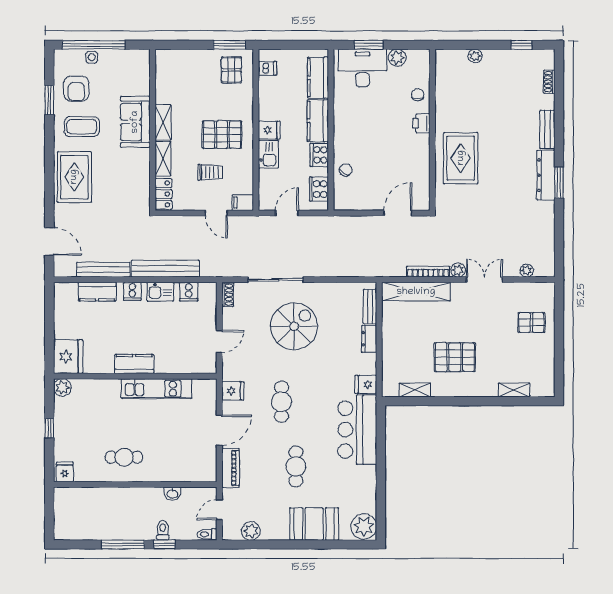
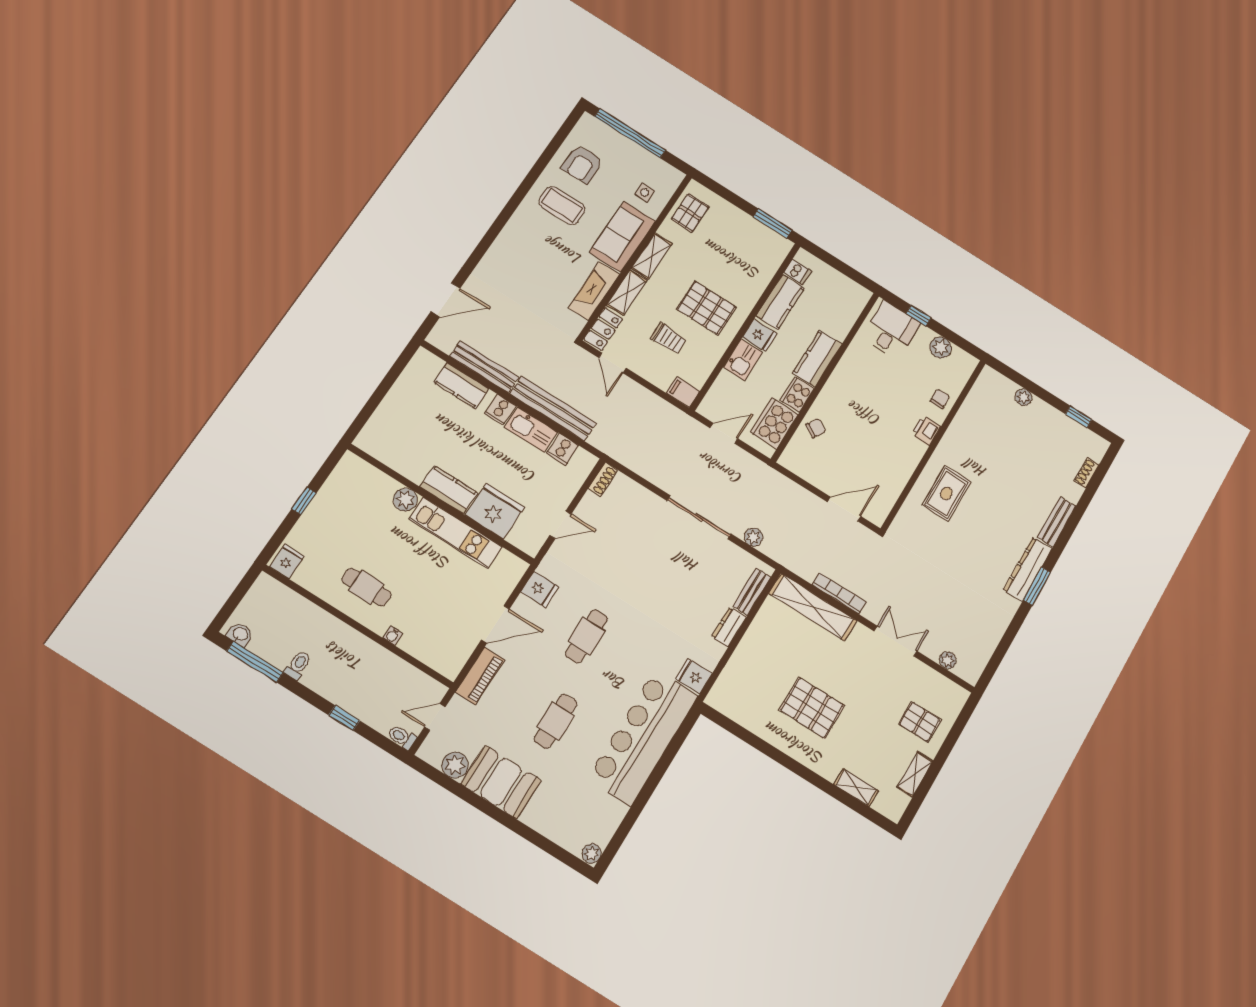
window: (369, 45) -> (919, 316), width x0.67
side table: (92, 57) -> (645, 193), moved
desk: (362, 68) -> (891, 330), width x0.73
pallet: (231, 70) -> (690, 213), moved
kitchen counter: (318, 78) -> (780, 302), moved, turned 180
window: (49, 100) -> (546, 157), removed
rug: (461, 158) -> (946, 493), width x0.73, depth x0.70
fireplace: (141, 172) -> (594, 291), added
rug: (74, 177) -> (519, 251), removed
cooker: (319, 189) -> (774, 423), width x1.37, depth x1.31
door: (216, 213) -> (612, 363), moved
door: (49, 241) -> (445, 300), hinge flipped
plant: (458, 270) -> (753, 537), moved
sliding door: (275, 280) -> (699, 517), moved
kitchen sink: (160, 292) -> (531, 430), width x1.38
spiral stairs: (294, 326) -> (654, 561), removed
fridge: (68, 357) -> (495, 511), moved, turned -90
plant: (62, 388) -> (405, 500), moved
shelving: (415, 390) -> (915, 774), moved, turned 90
bar counter: (357, 430) -> (643, 737), width x1.36
water cooler: (160, 477) -> (393, 635), added
washbasin: (172, 494) -> (240, 634), moved, turned 180
booth: (314, 524) -> (501, 782), moved
plant: (364, 527) -> (592, 853), width x0.53, depth x0.53
toilet: (163, 530) -> (298, 665), moved
window: (123, 544) -> (255, 662), moved

